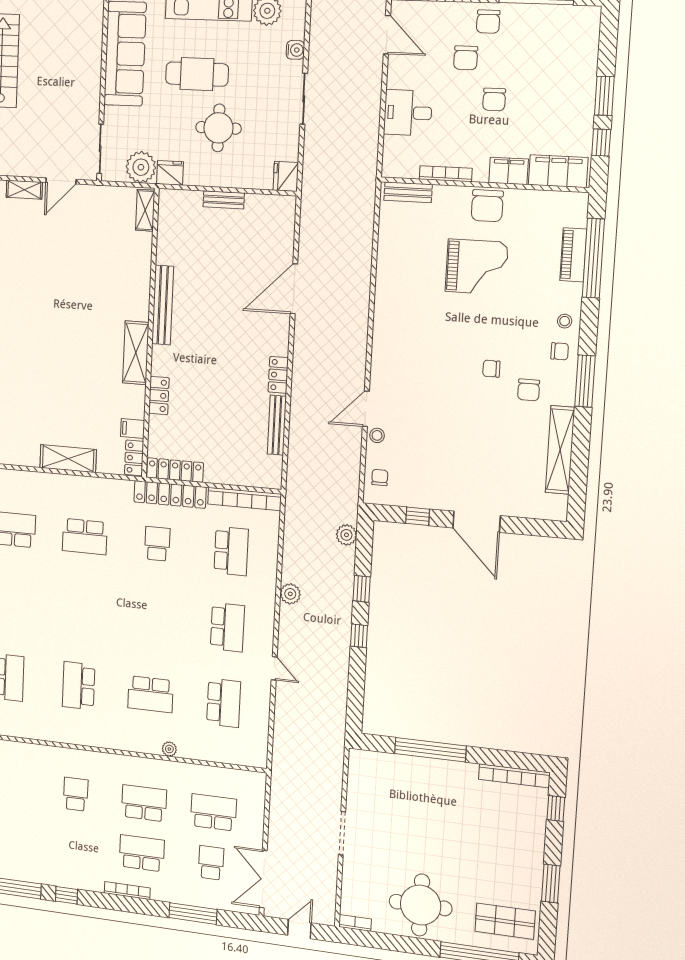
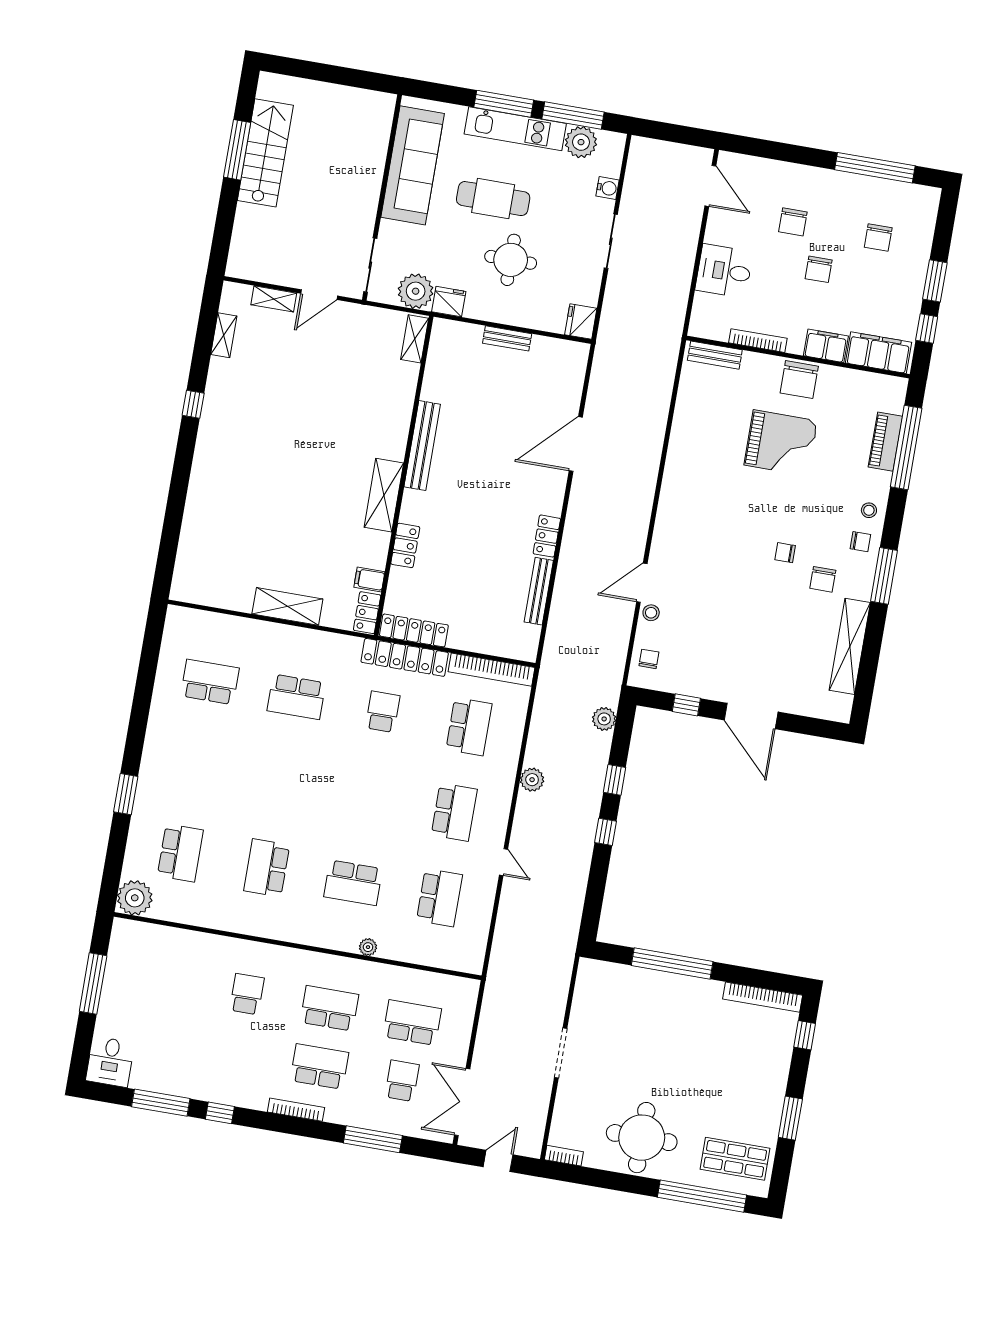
chair: (488, 22) -> (878, 238), moved

